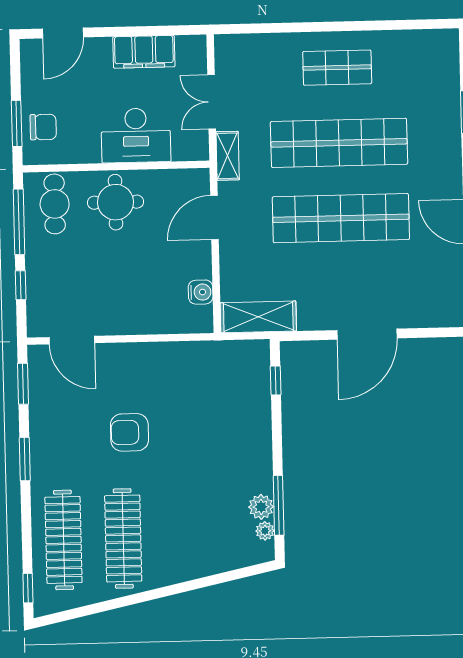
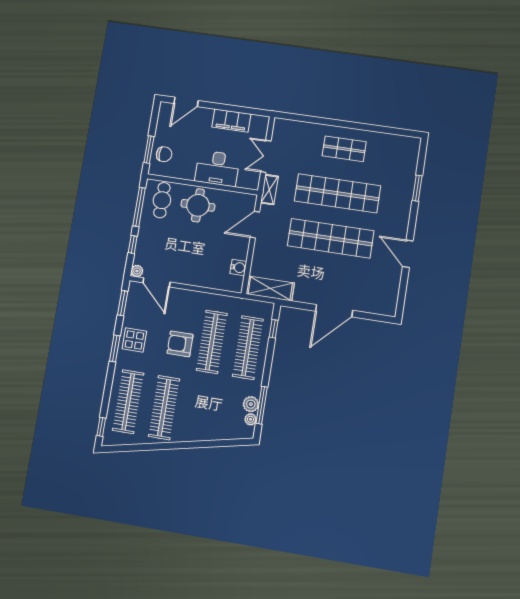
plant: (36, 327) -> (137, 271), added
clothes rail: (240, 418) -> (248, 348), added
clothes rail: (180, 420) -> (212, 342), added
display table: (54, 440) -> (134, 340), added

